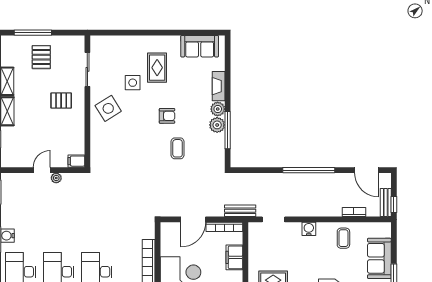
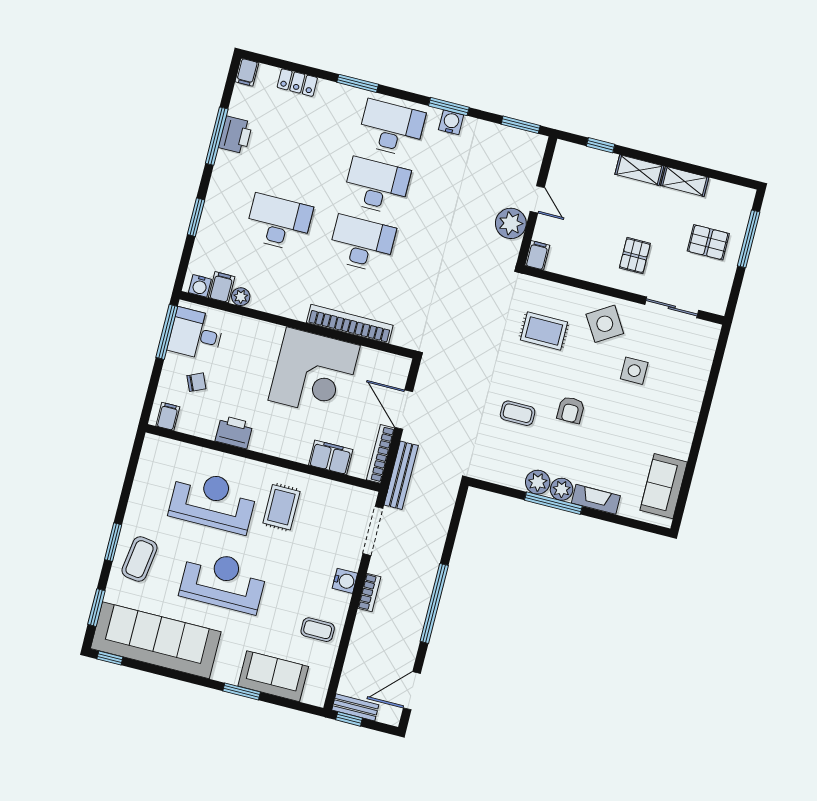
rug: (157, 68) -> (544, 331), moved
window: (228, 130) -> (553, 503), moved
plant: (56, 178) -> (511, 223), width x1.88, depth x1.88
bench: (240, 211) -> (401, 475), width x1.36
bookcase: (354, 212) -> (369, 592), moved
doorway: (273, 219) -> (373, 531), width x1.38

